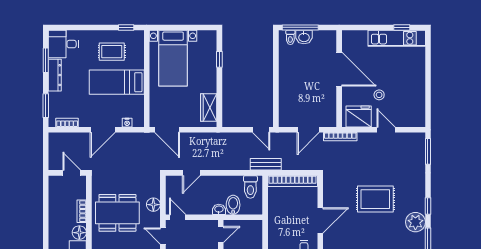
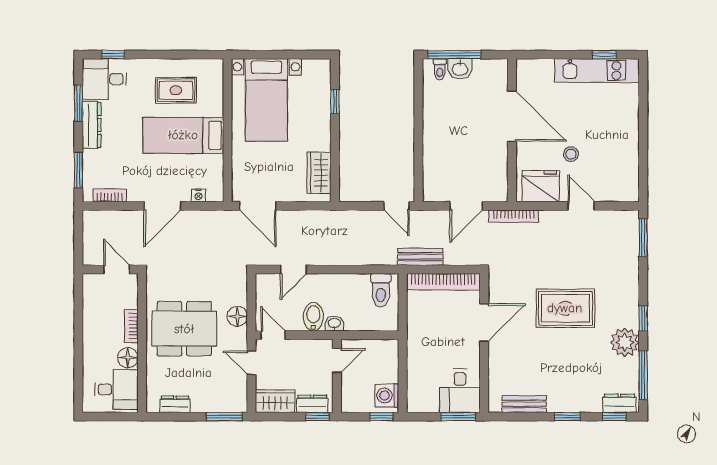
window: (126, 27) -> (113, 55), moved
bench: (266, 164) -> (420, 257), moved
bidet: (233, 205) -> (313, 317), moved
door: (320, 220) -> (484, 322), moved

